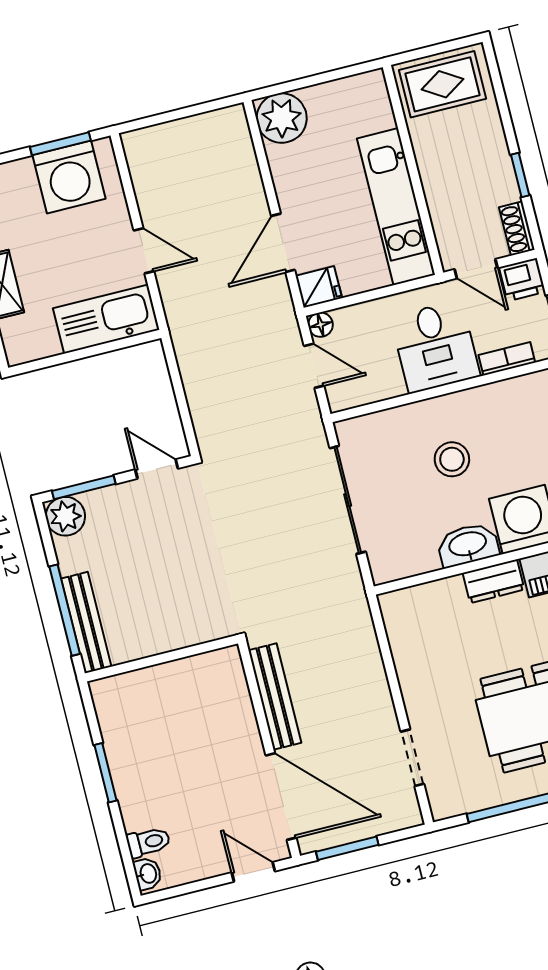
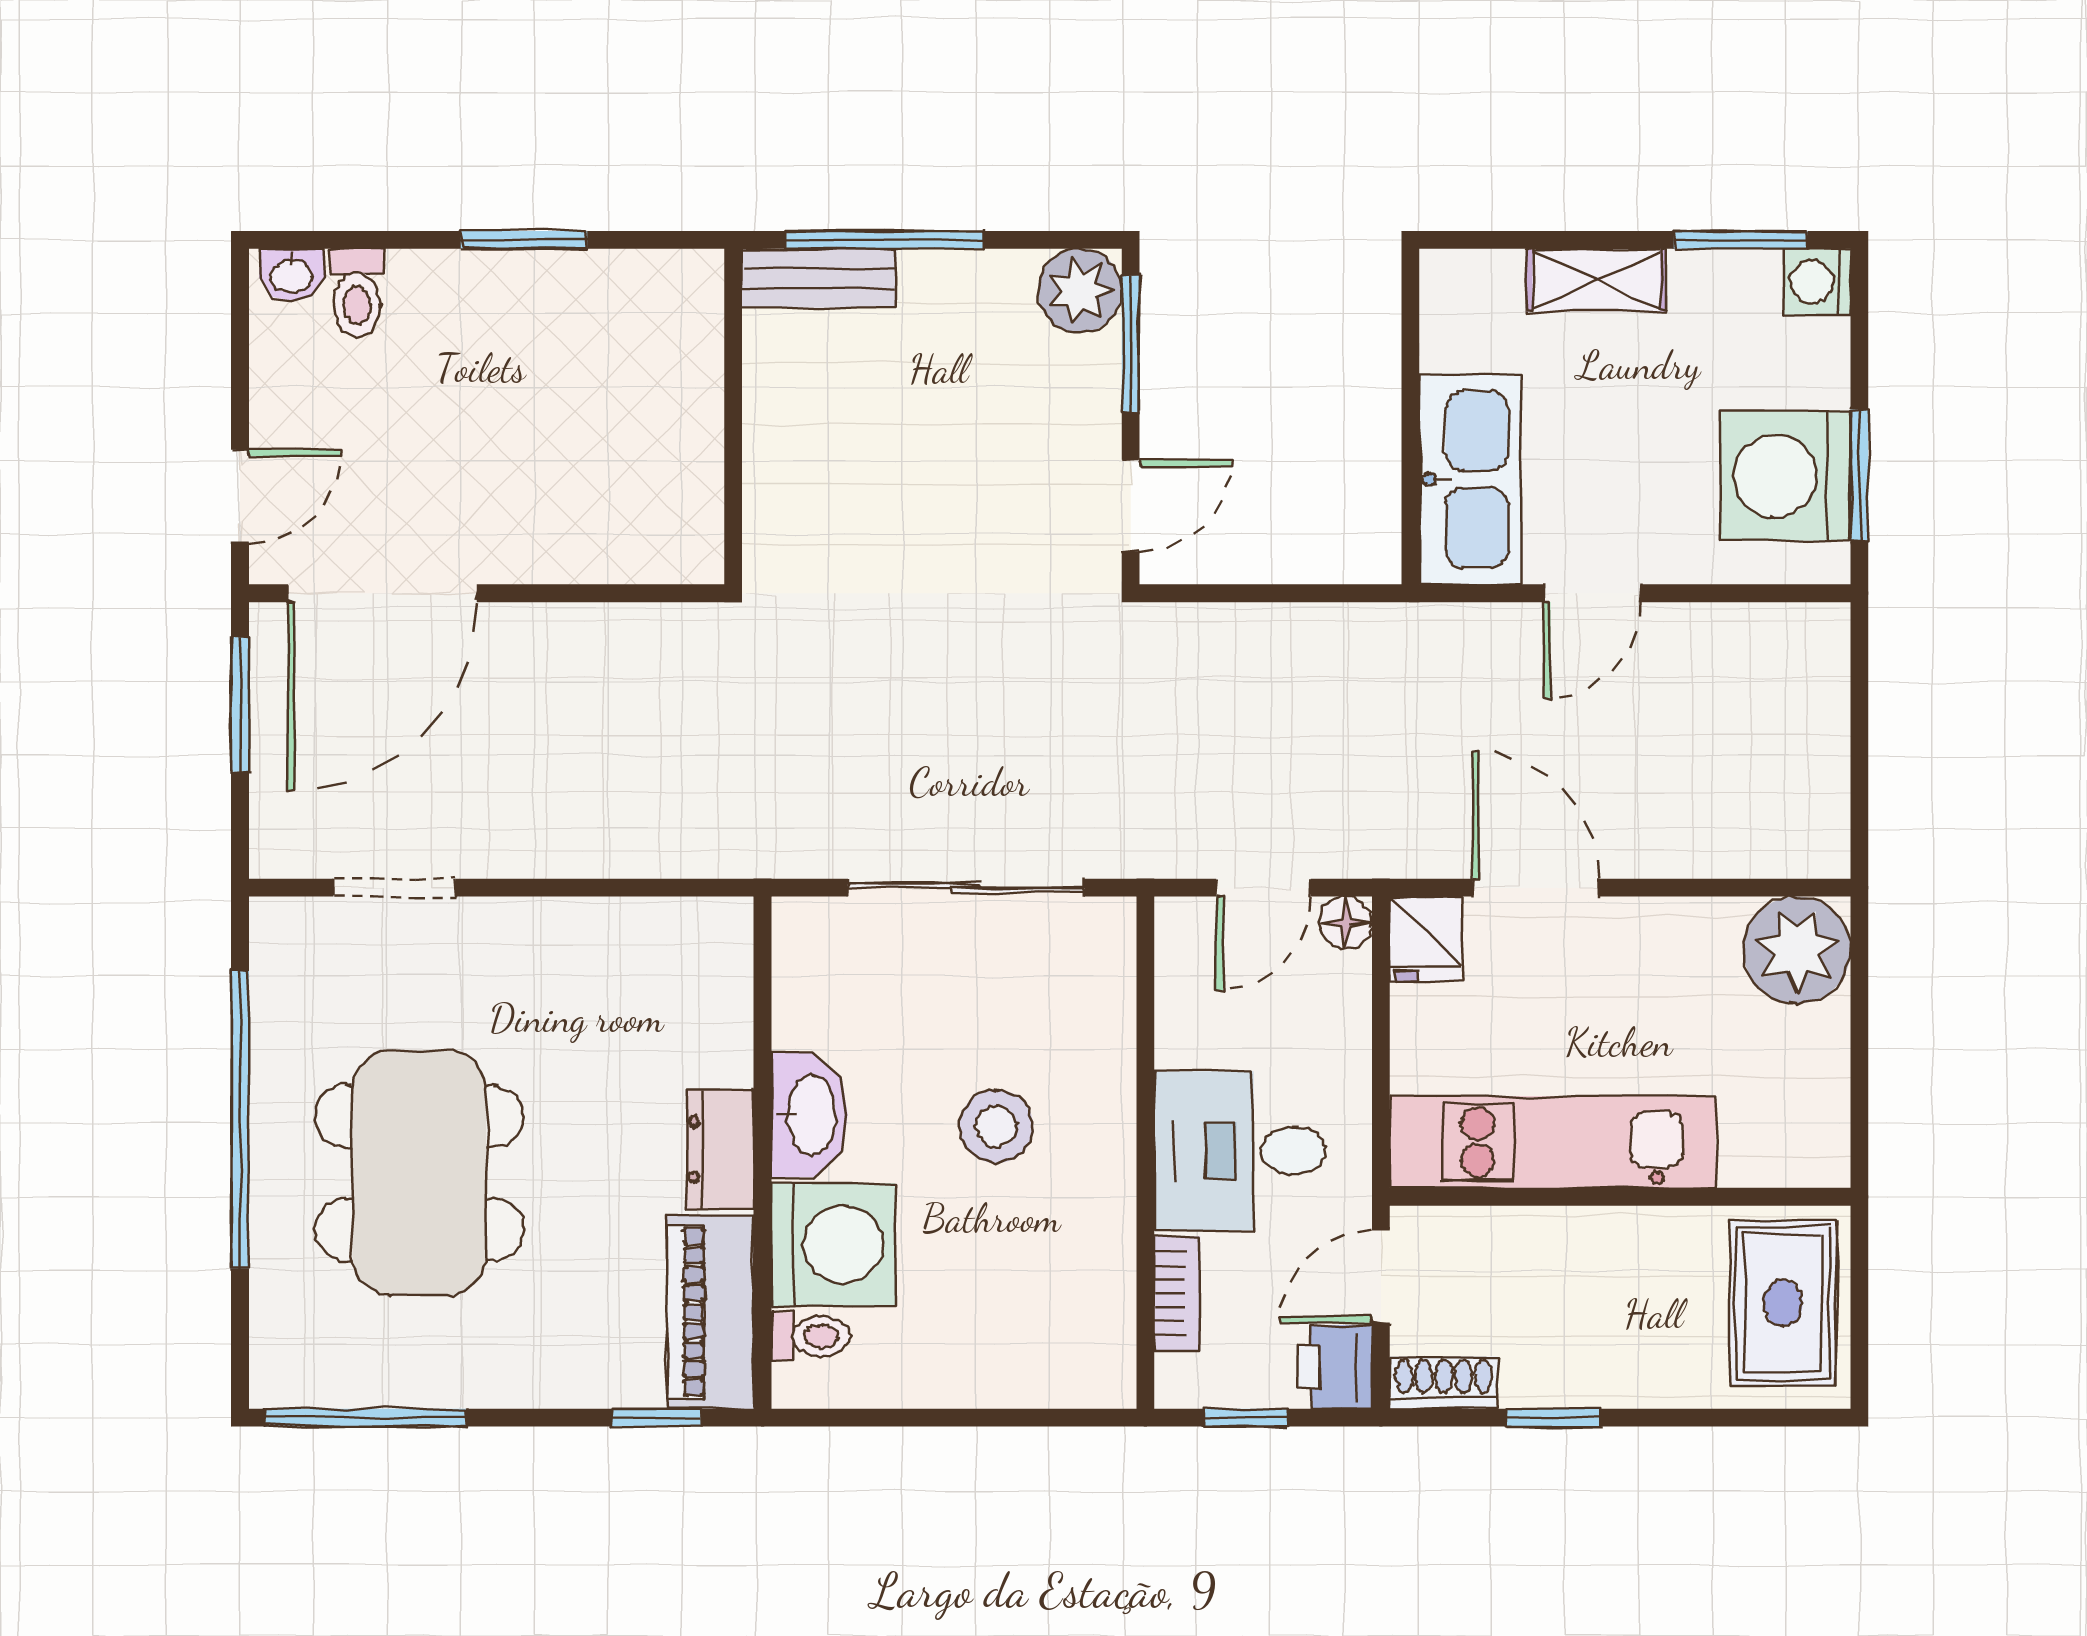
bench: (86, 623) -> (819, 278), width x0.73
bench: (275, 697) -> (594, 633), removed

